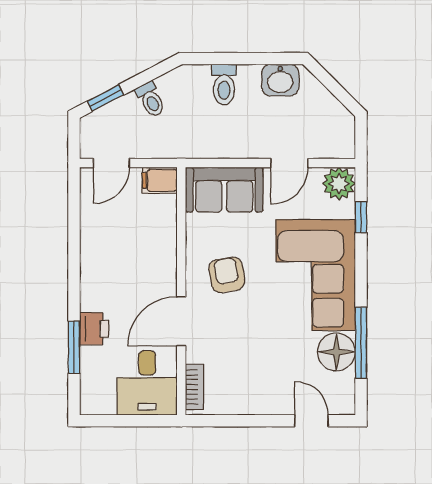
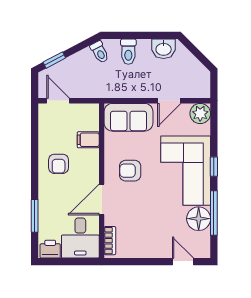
toilet: (151, 100) -> (100, 52), moved
door: (111, 163) -> (58, 101), swing flipped
filing cabinet: (160, 180) -> (88, 140), moved
window: (361, 217) -> (214, 167), moved
armchair: (112, 264) -> (59, 164), added
armchair: (227, 275) -> (130, 171), turned -80
printer: (94, 329) -> (50, 249), moved, turned -90

